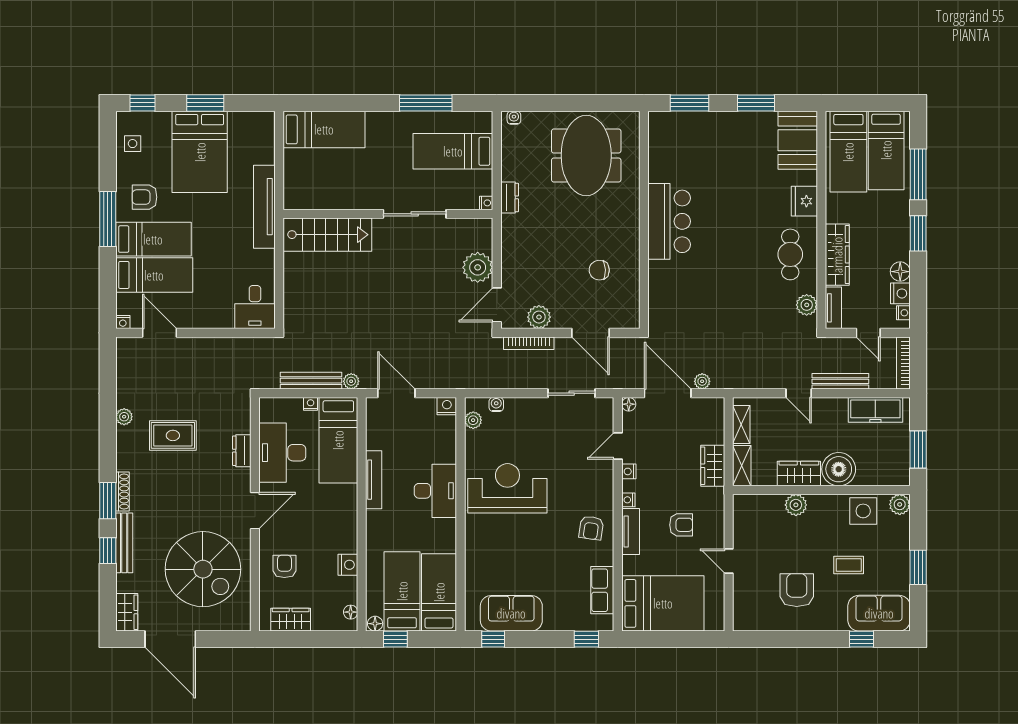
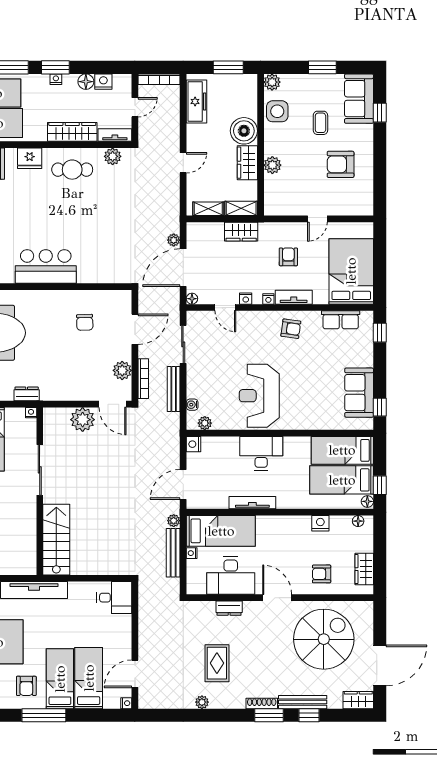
nightstand: (903, 313) -> (56, 79), moved
bench: (840, 381) -> (174, 389), moved

